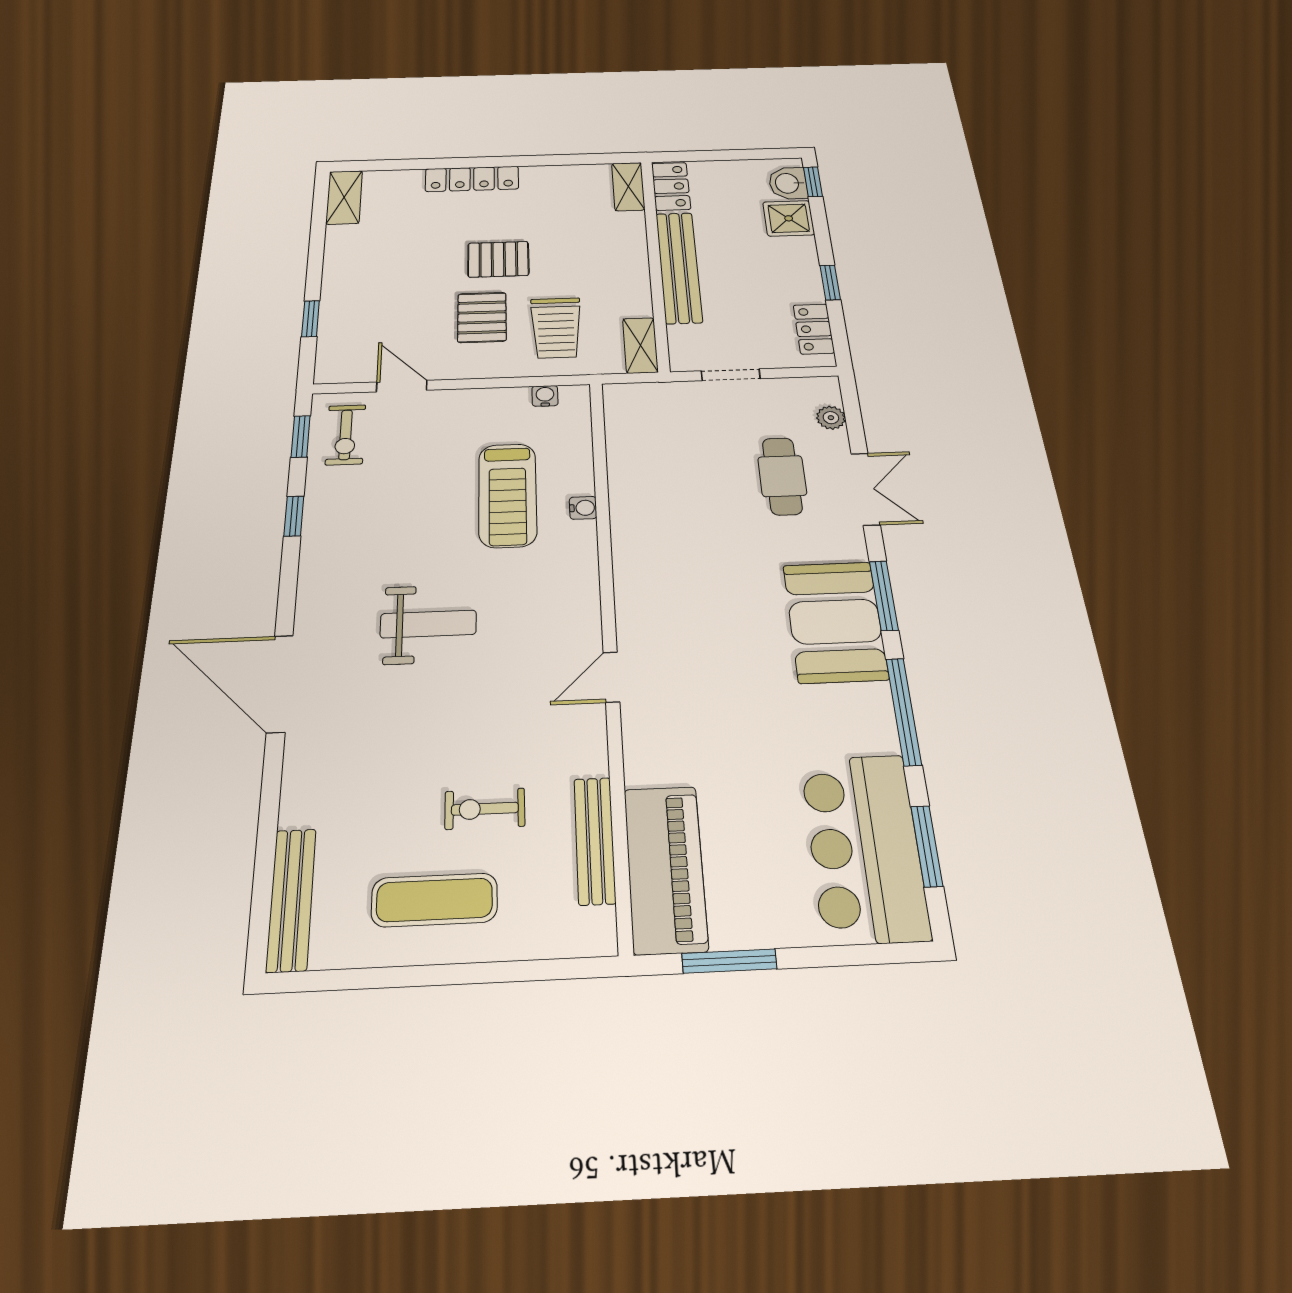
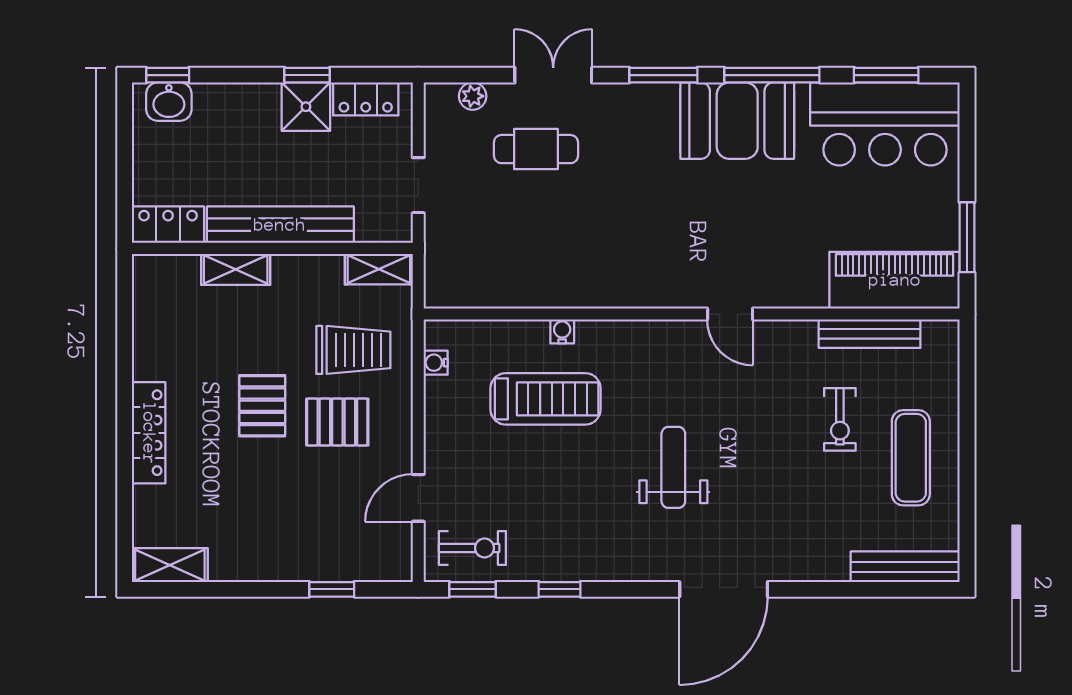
shelving: (628, 186) -> (236, 269), moved
shower: (789, 218) -> (306, 107), moved
booth: (835, 622) -> (737, 121), moved

